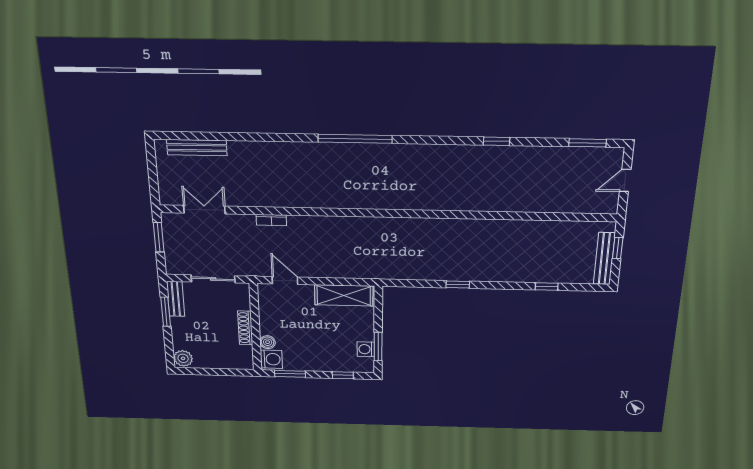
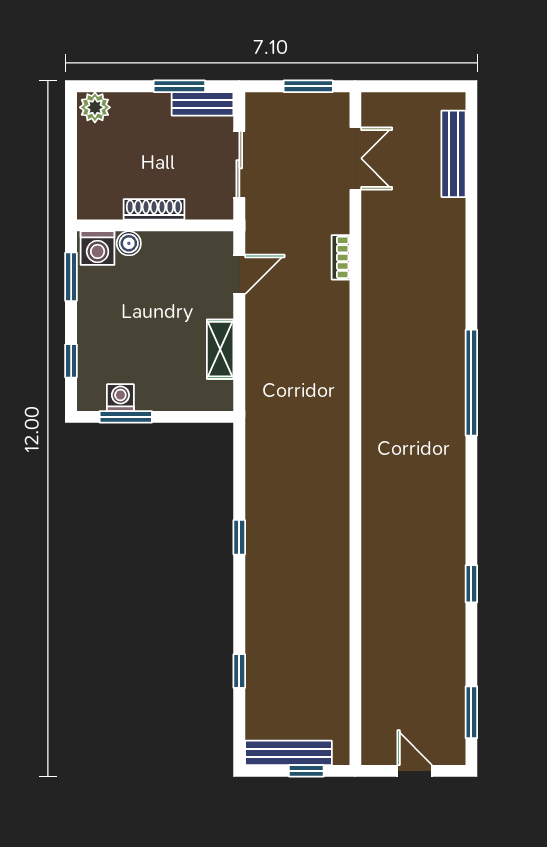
shelving: (344, 295) -> (220, 349), width x0.67, depth x0.75

